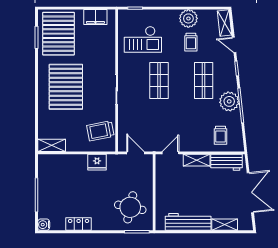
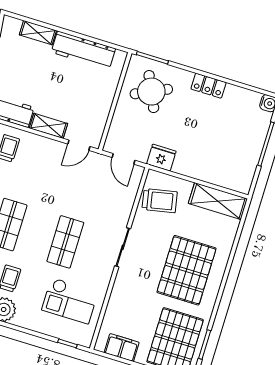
checkout: (143, 39) -> (70, 301), turned 180
shelving: (52, 145) -> (218, 201), width x1.50, depth x1.33
fridge: (97, 162) -> (161, 158), moved
round table: (130, 207) -> (151, 92), turned -37
locker: (79, 224) -> (209, 86), moved

